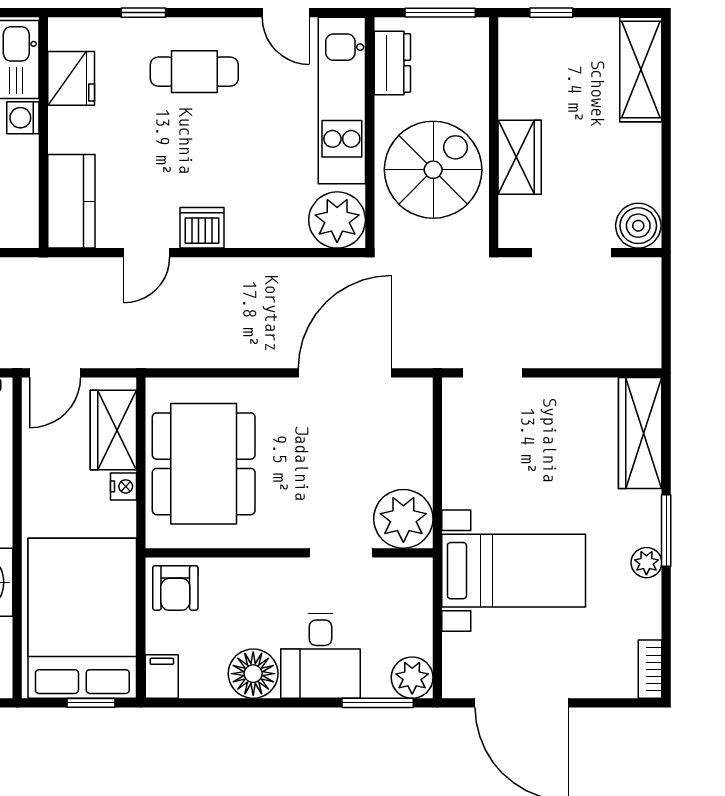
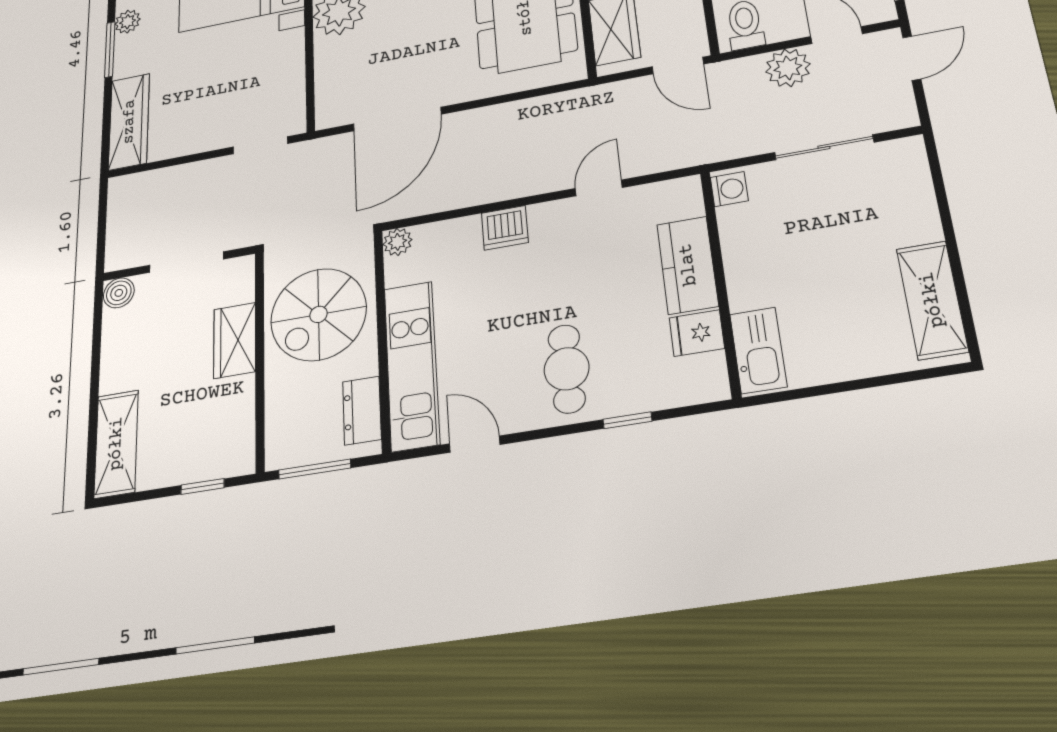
cafe table: (194, 72) -> (567, 369), turned 90
fridge: (71, 78) -> (697, 333), width x0.72
washing machine: (23, 118) -> (729, 189), moved
kitchen counter: (71, 201) -> (688, 265), moved
plant: (337, 220) -> (398, 242), width x0.53, depth x0.53
boiler: (638, 226) -> (119, 293), width x0.73, depth x0.73
dishwasher: (202, 228) -> (505, 228), moved
door: (55, 373) -> (678, 65), swing flipped

